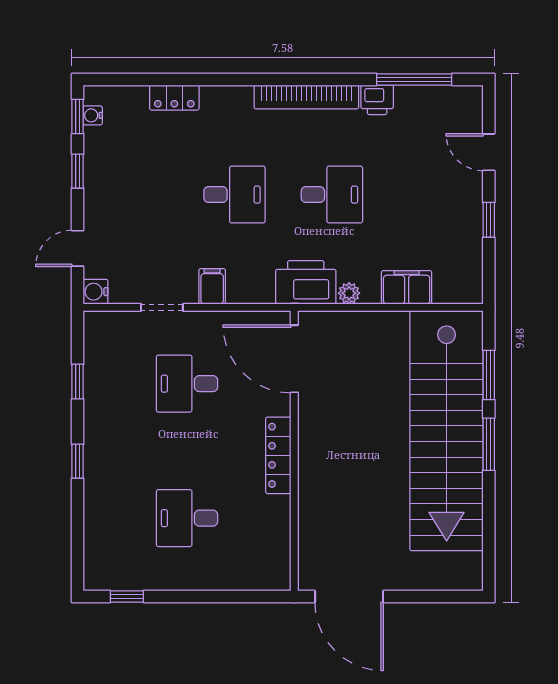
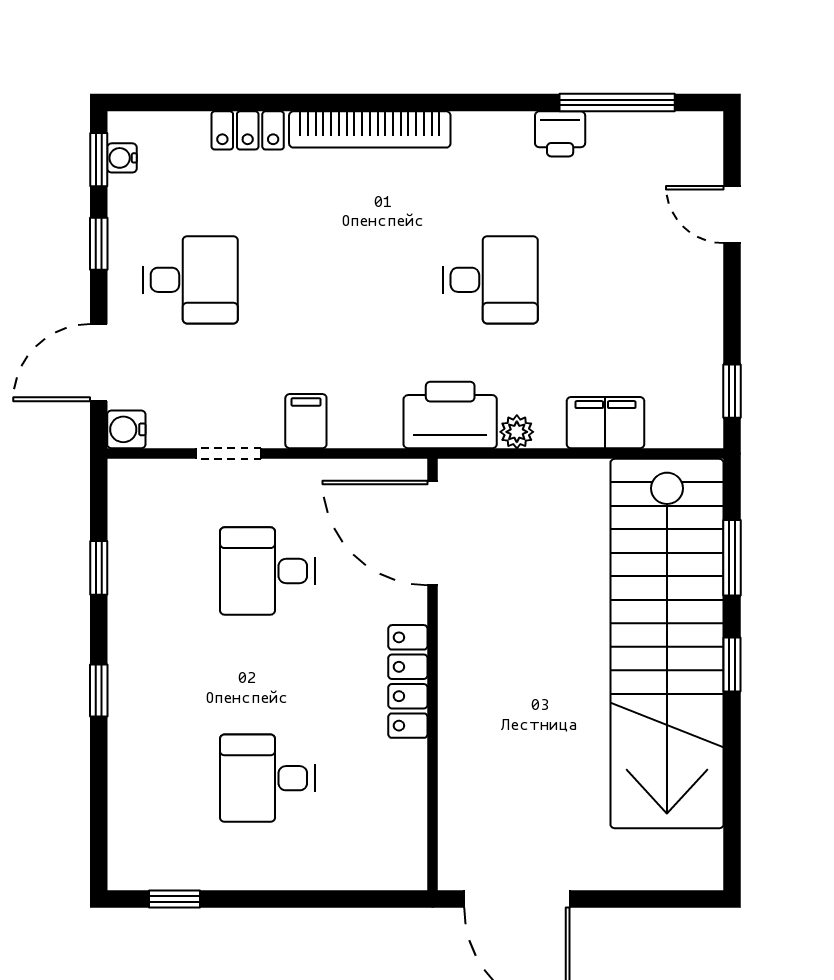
bookcase: (306, 97) -> (370, 129), moved
desk: (234, 195) -> (190, 280), moved
window: (489, 220) -> (732, 391), moved
door: (78, 248) -> (99, 363), width x1.38
window: (489, 444) -> (732, 664), width x0.67

